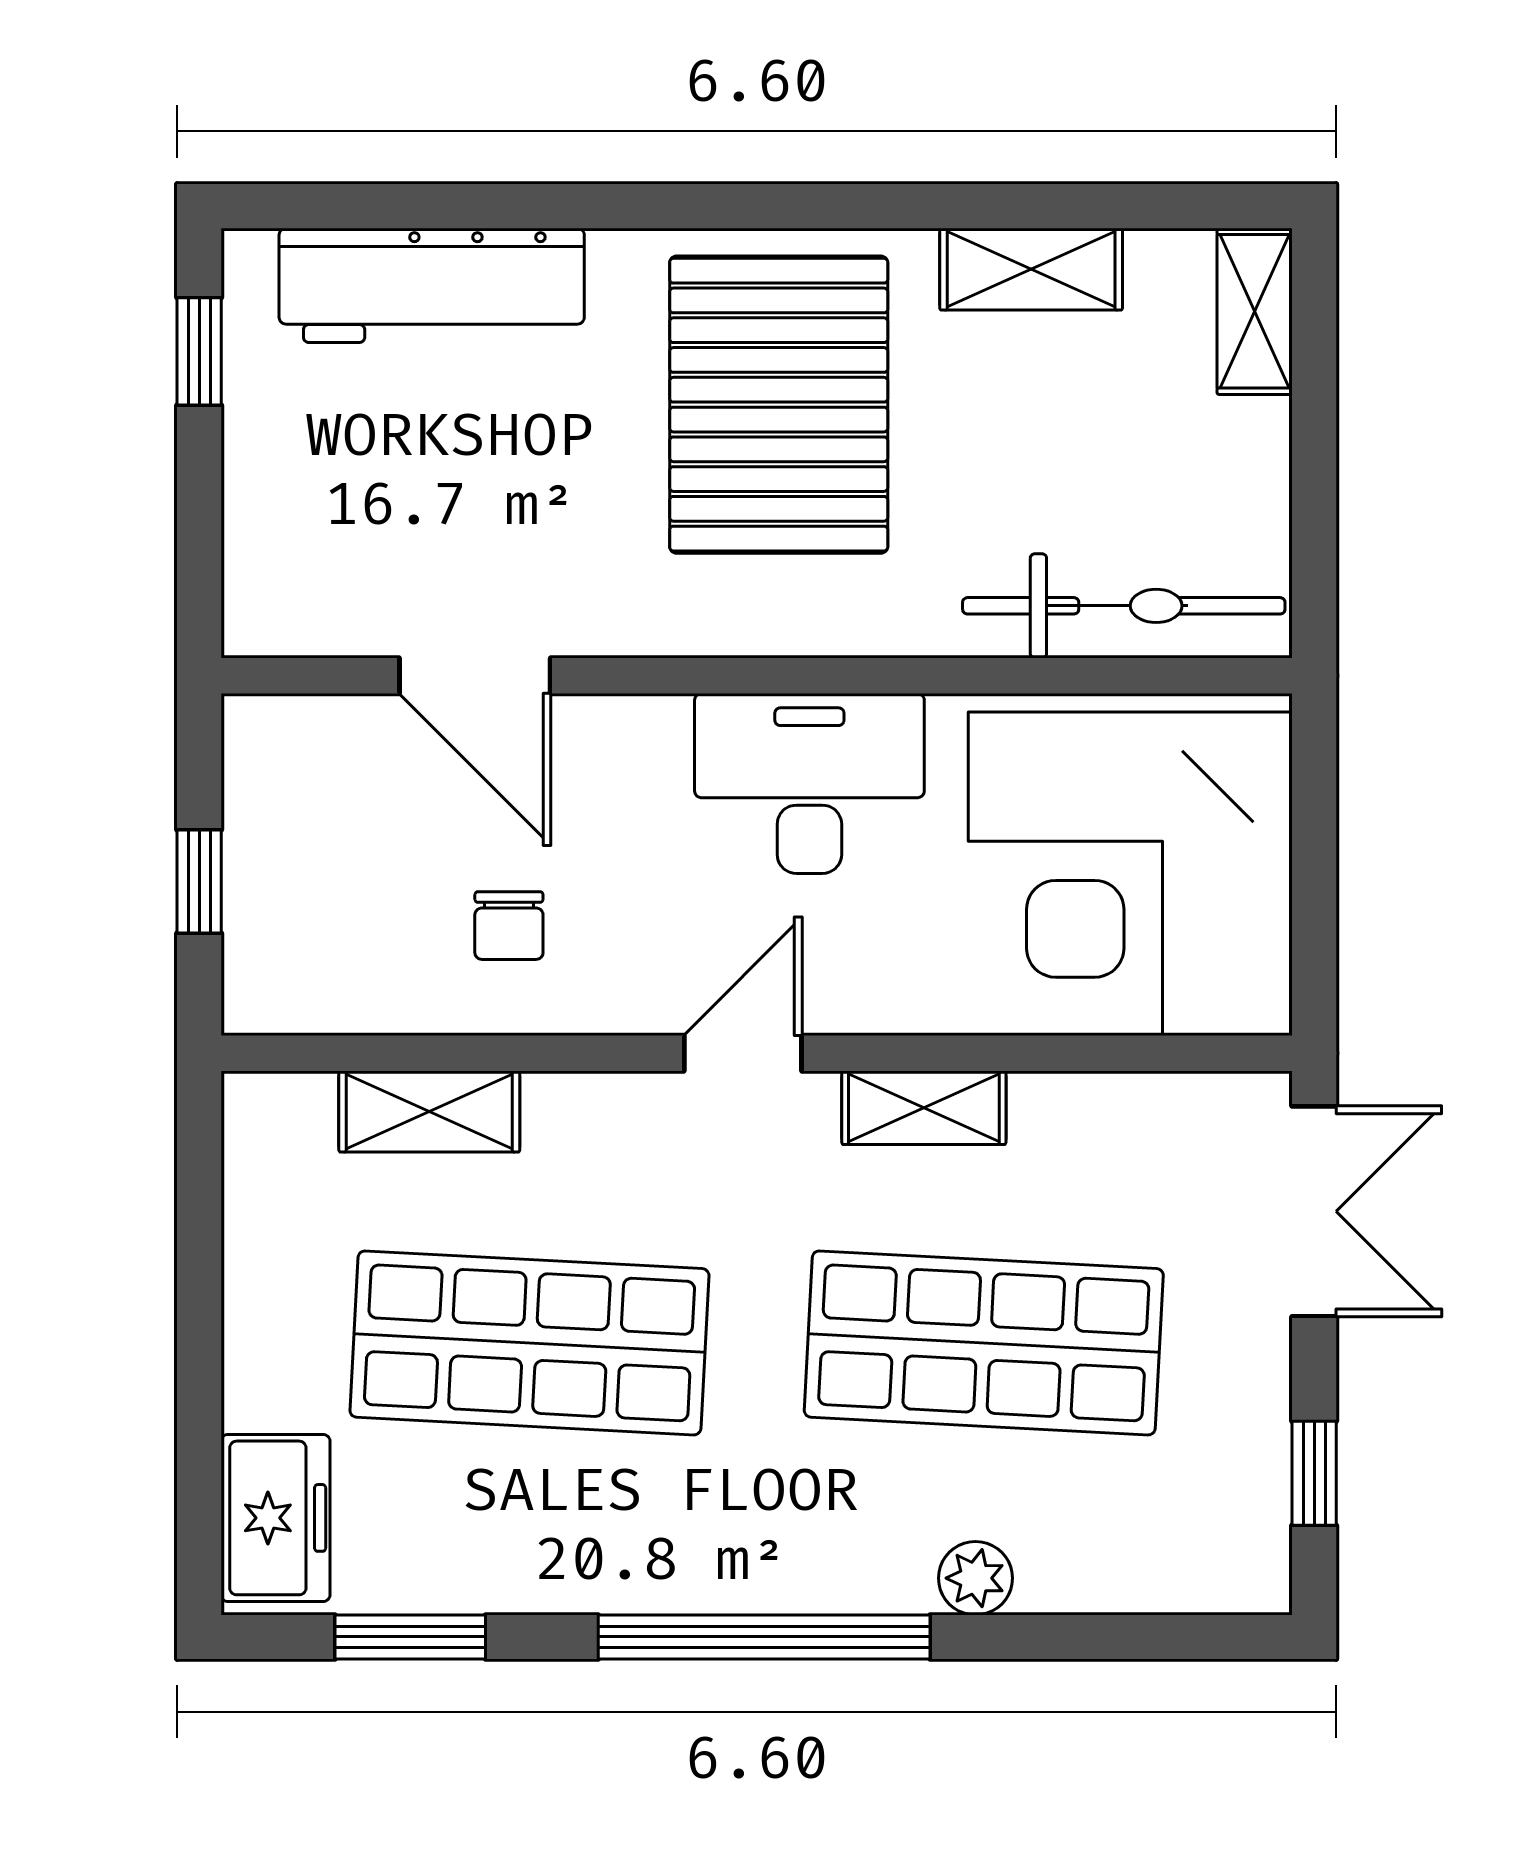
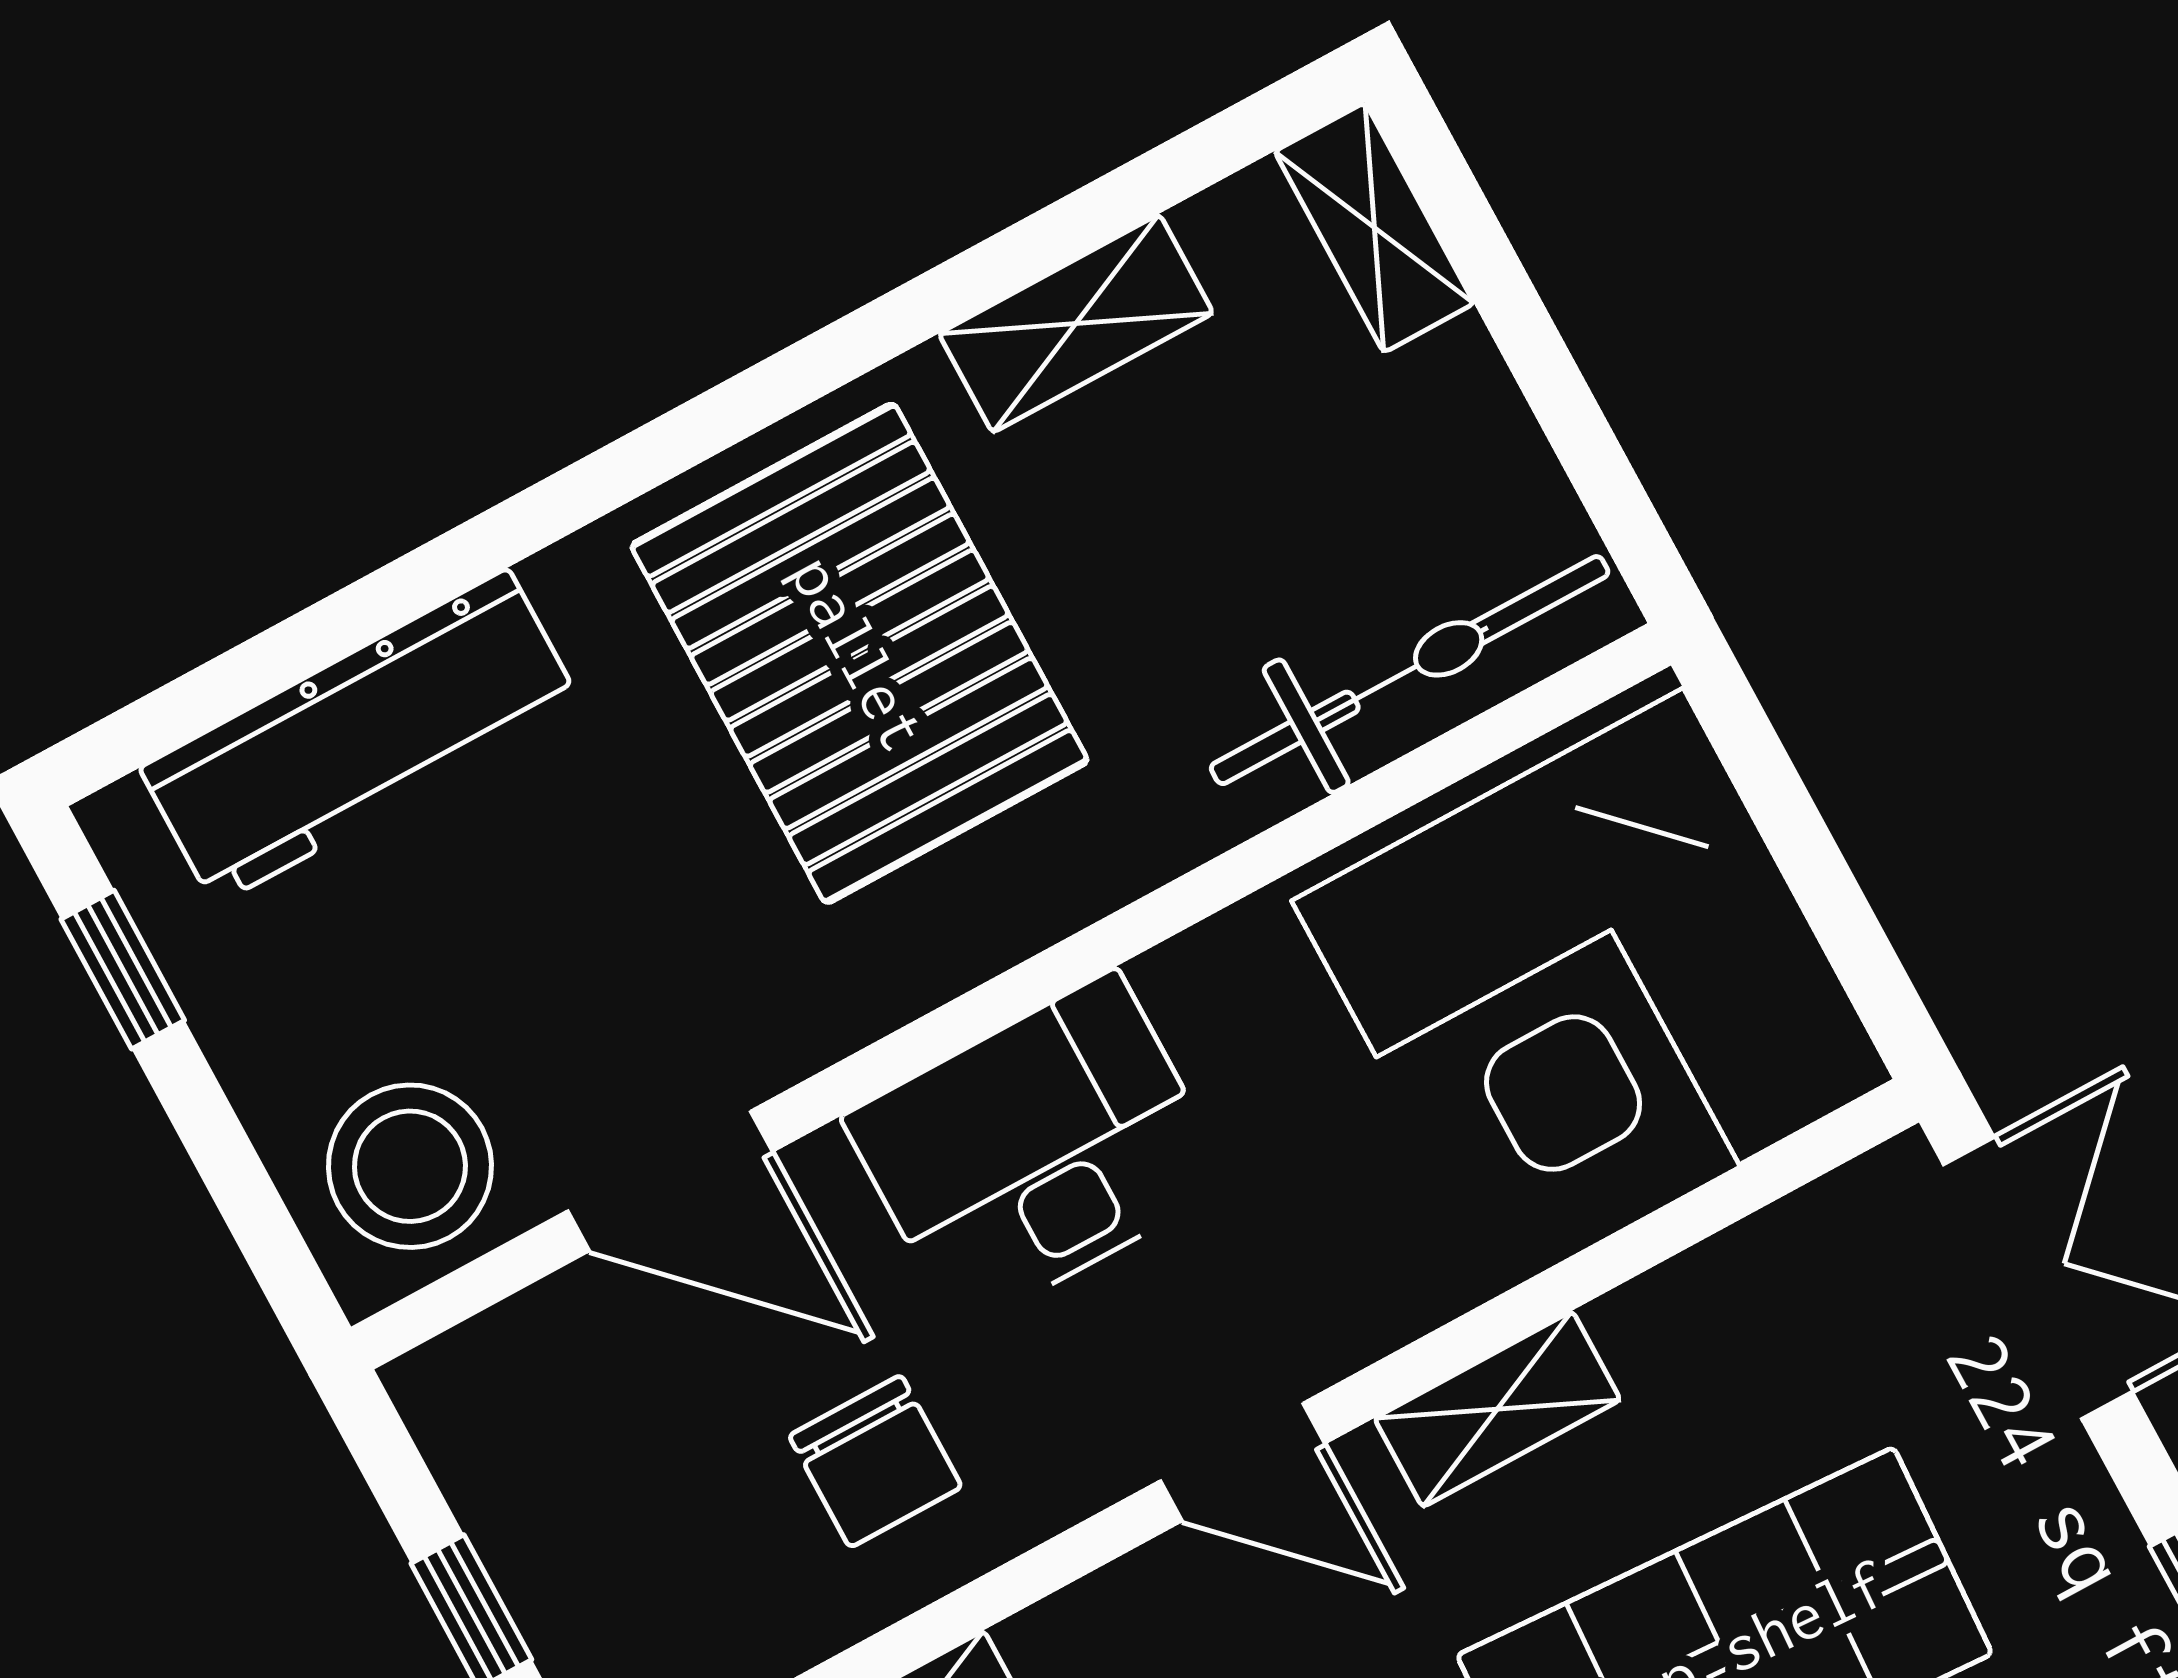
stool: (314, 576) -> (410, 1166), added
desk: (809, 783) -> (1037, 1151), moved
chair: (509, 926) -> (875, 1461), width x1.37, depth x1.37
door: (743, 1053) -> (1243, 1462), swing flipped

